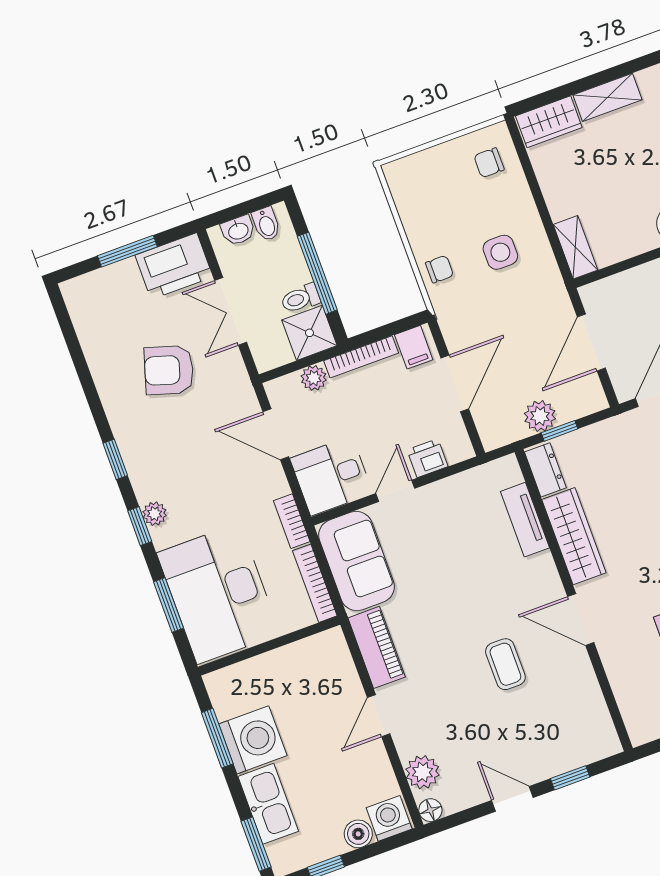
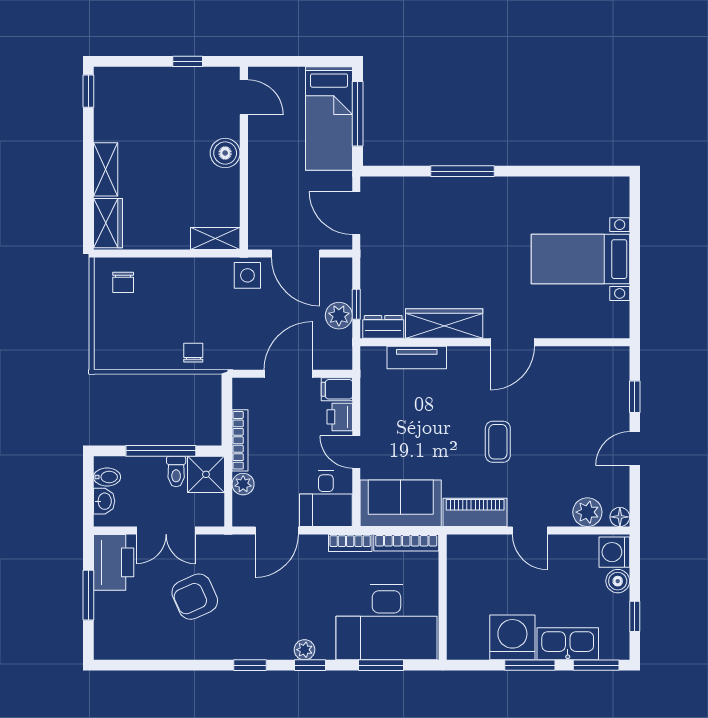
side table: (500, 252) -> (247, 275), moved
filing cabinet: (414, 347) -> (337, 389), moved, turned 180
armchair: (169, 370) -> (195, 597), turned 49
door: (455, 383) -> (288, 374), hinge flipped
coffee table: (505, 664) -> (498, 442), moved, turned 90
window: (217, 738) -> (530, 665), moved

